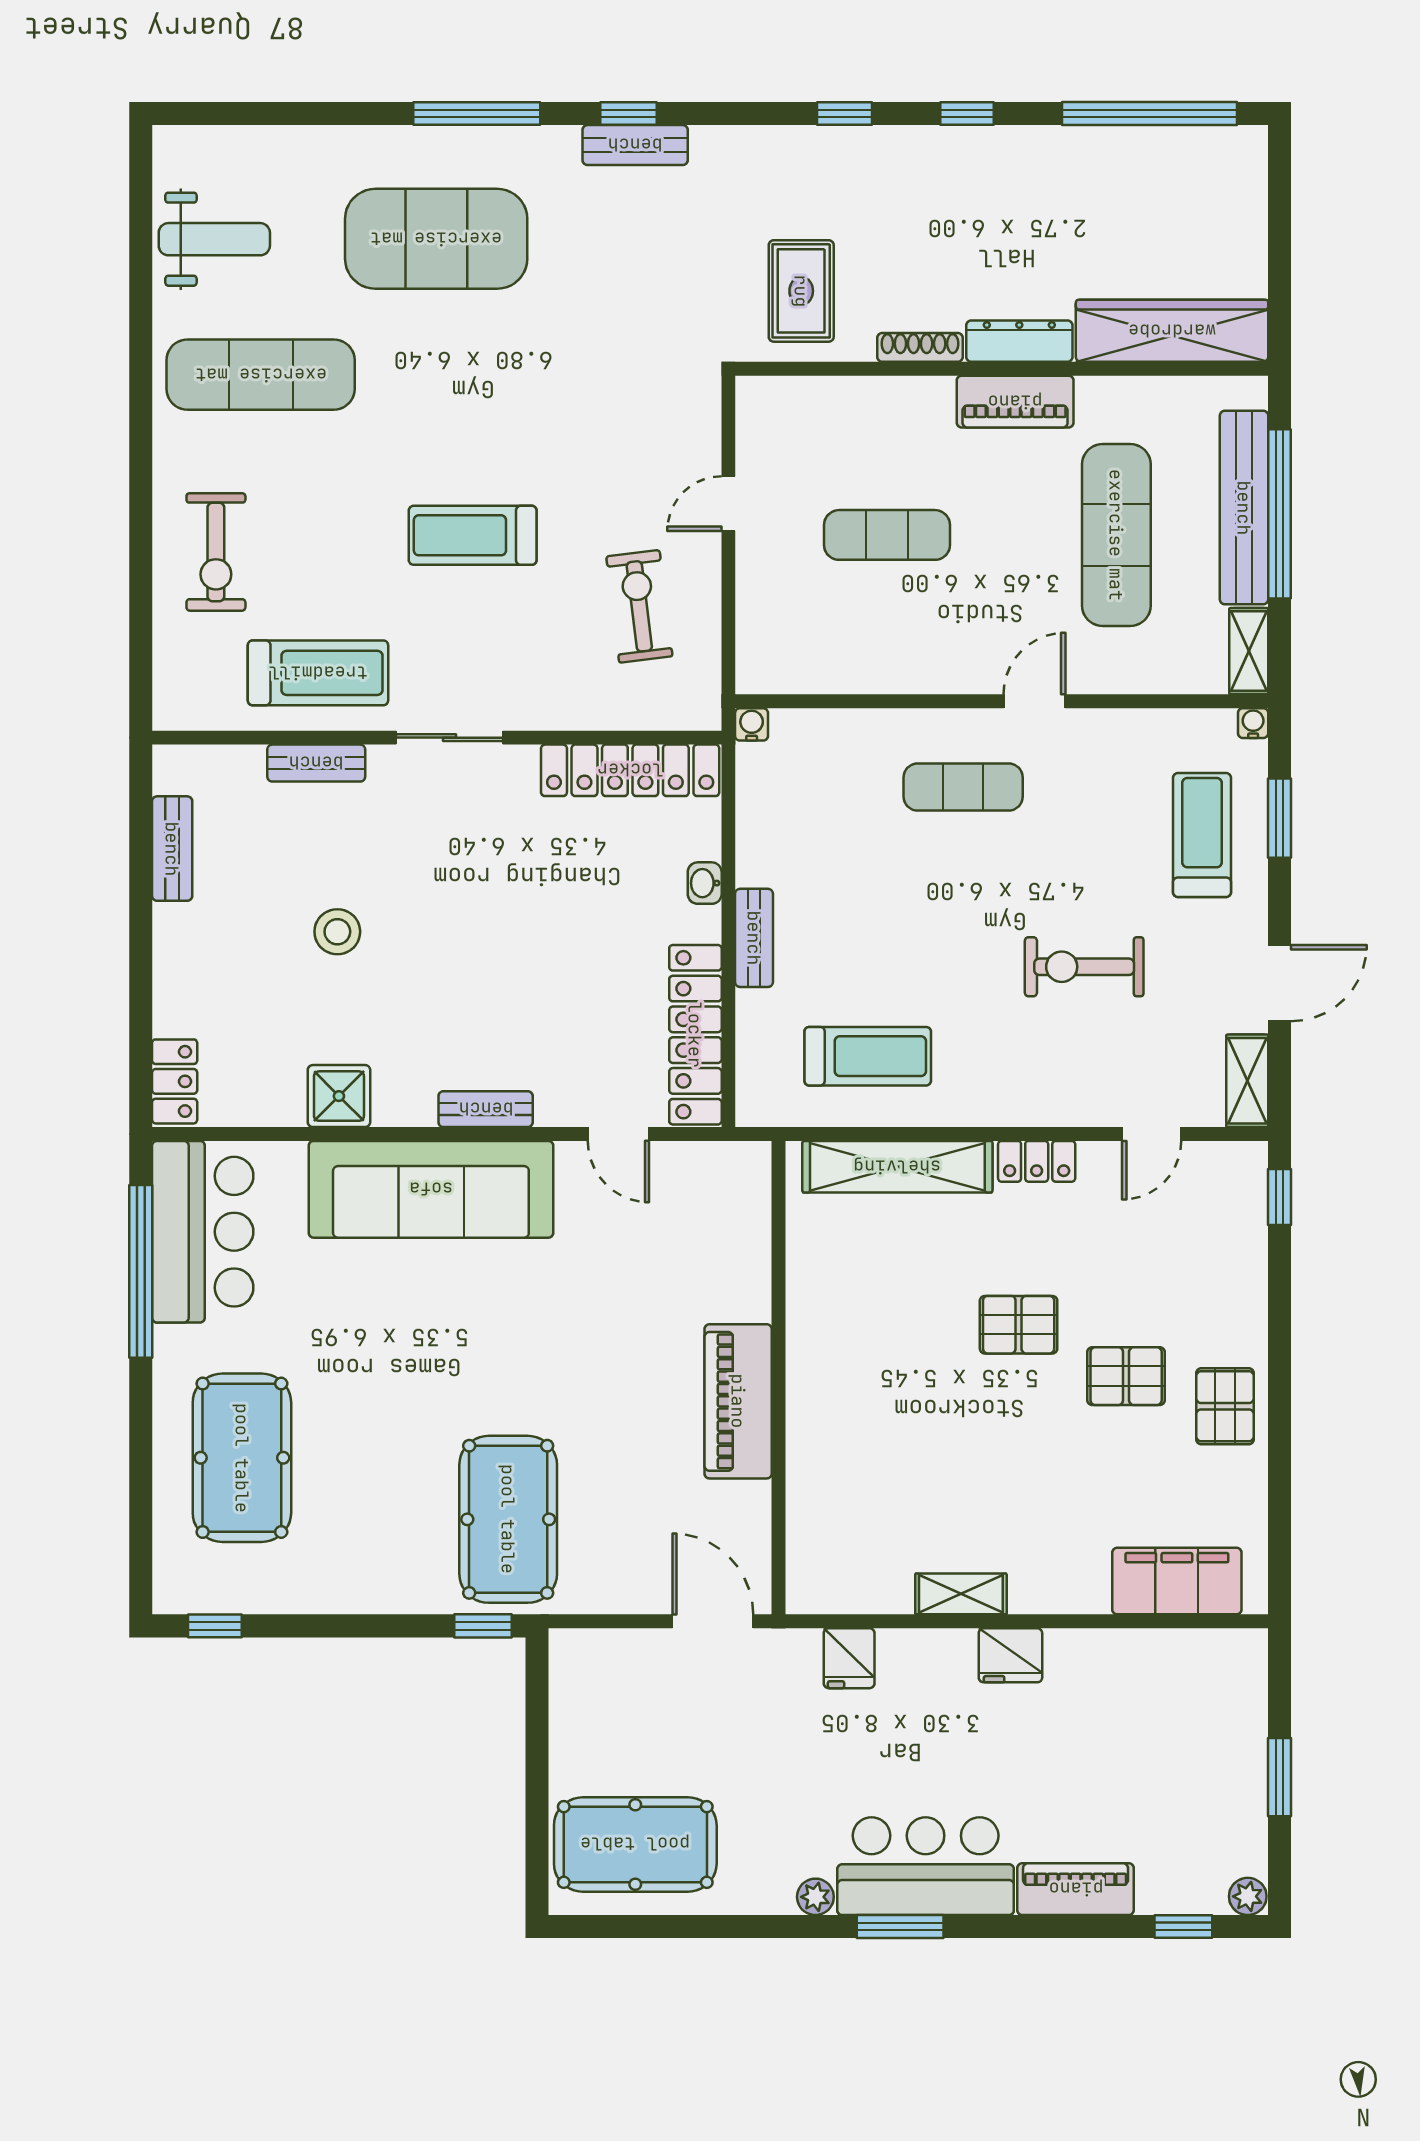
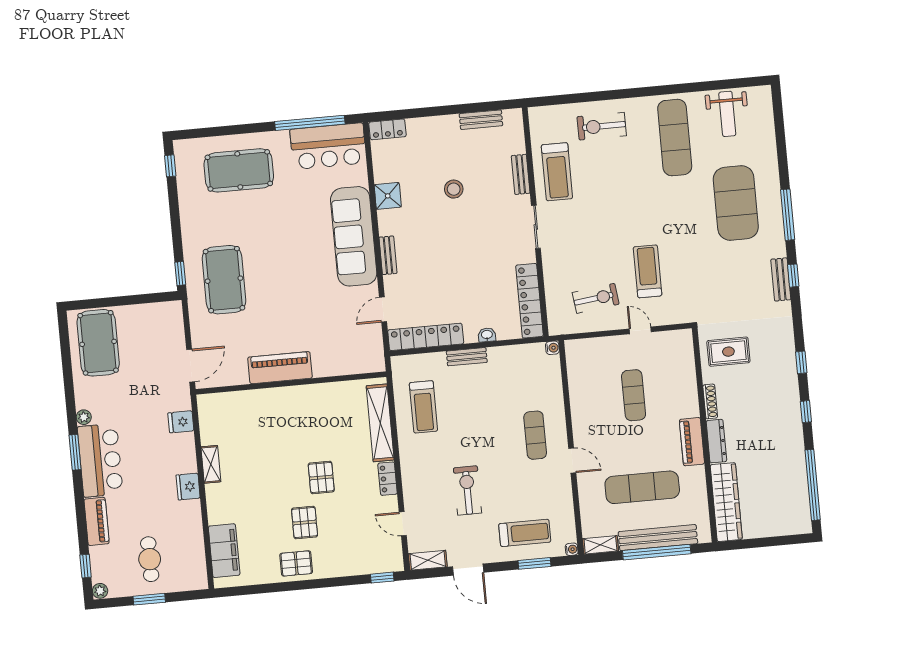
treadmill: (473, 535) -> (648, 271), moved
pool table: (508, 1519) -> (224, 280), turned 90
cafe table: (1181, 1767) -> (150, 559), added

